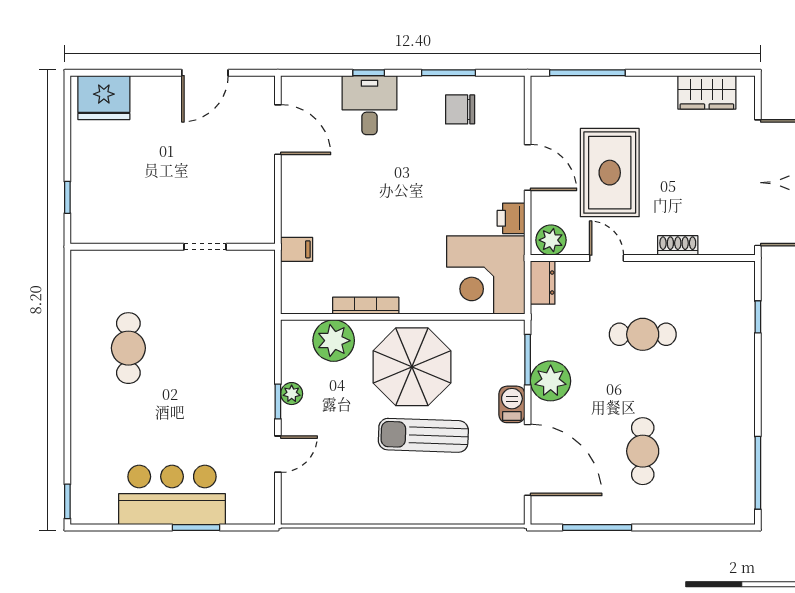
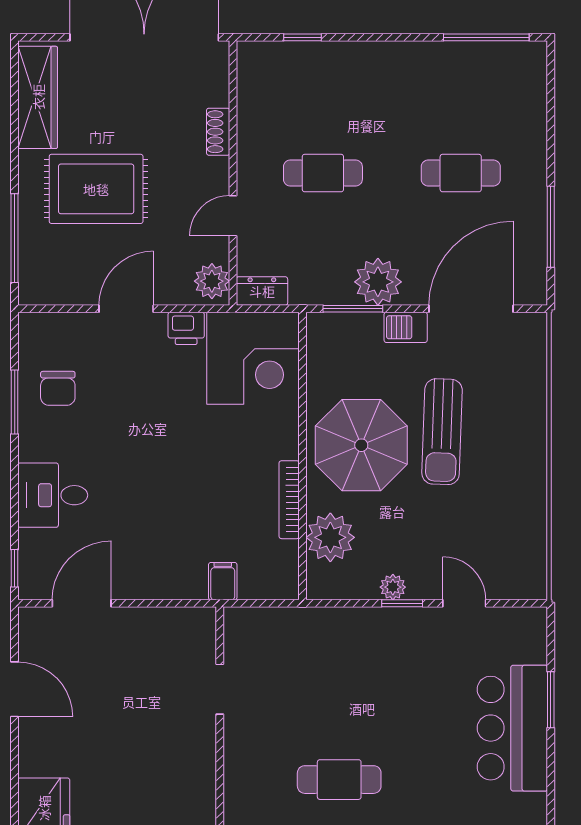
window: (369, 73) -> (15, 568), moved
wardrobe: (707, 92) -> (38, 97), width x1.50
rug: (610, 173) -> (96, 189), moved
cafe table: (643, 334) -> (323, 173), turned 90

